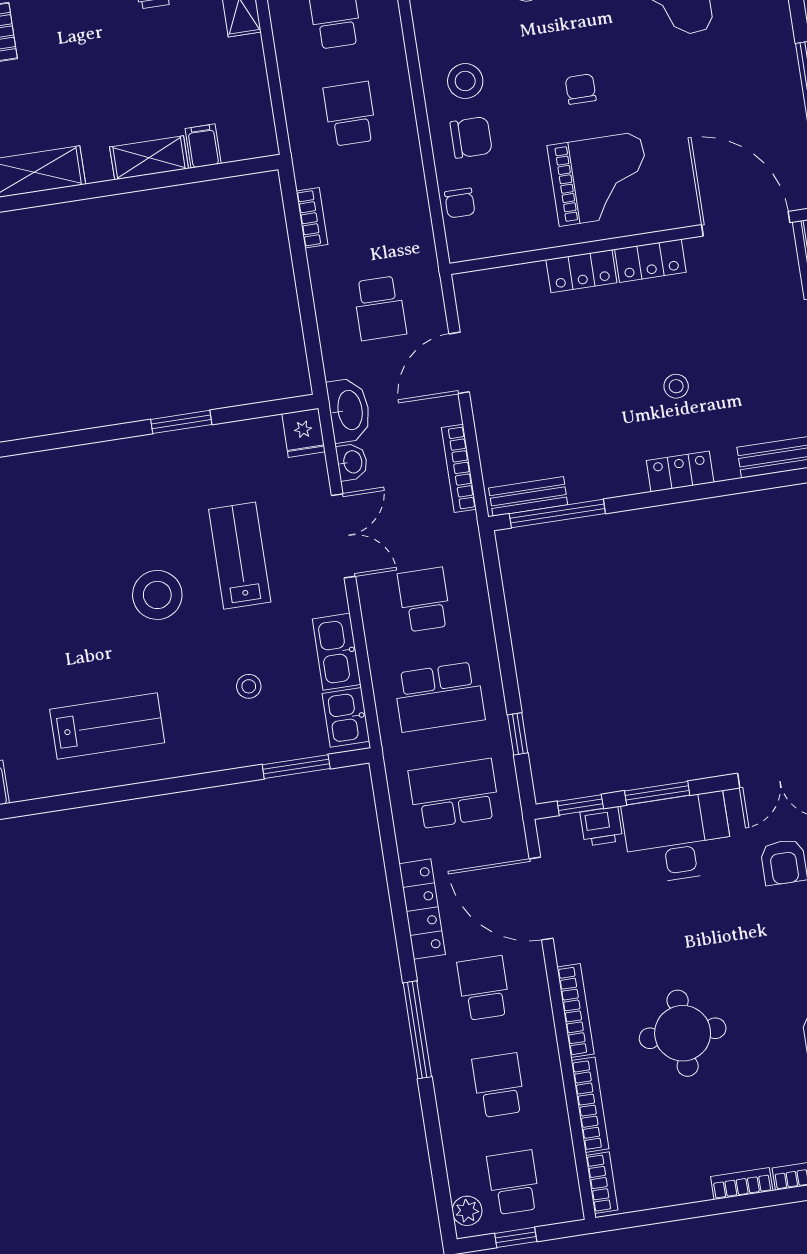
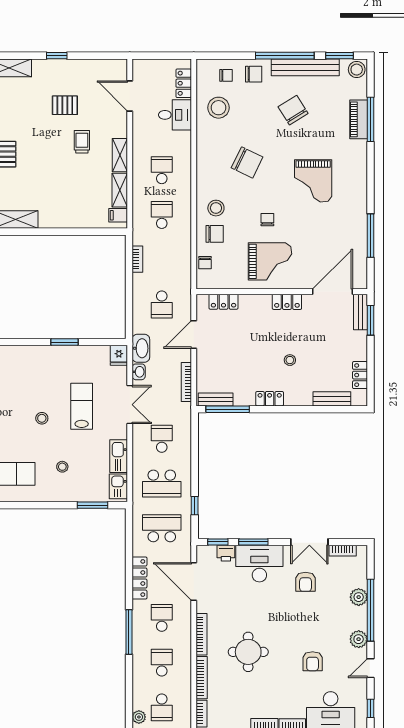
filing cabinet: (203, 146) -> (118, 215), moved, turned -90
shelving: (149, 158) -> (120, 190), moved, turned 90
door: (746, 224) -> (332, 292), hinge flipped
locker: (581, 271) -> (224, 302), moved
locker: (680, 471) -> (270, 399), moved
stool: (157, 595) -> (42, 418), width x0.53, depth x0.53
stool: (249, 686) -> (62, 467), moved
school desk: (513, 1182) -> (162, 707), turned 180

